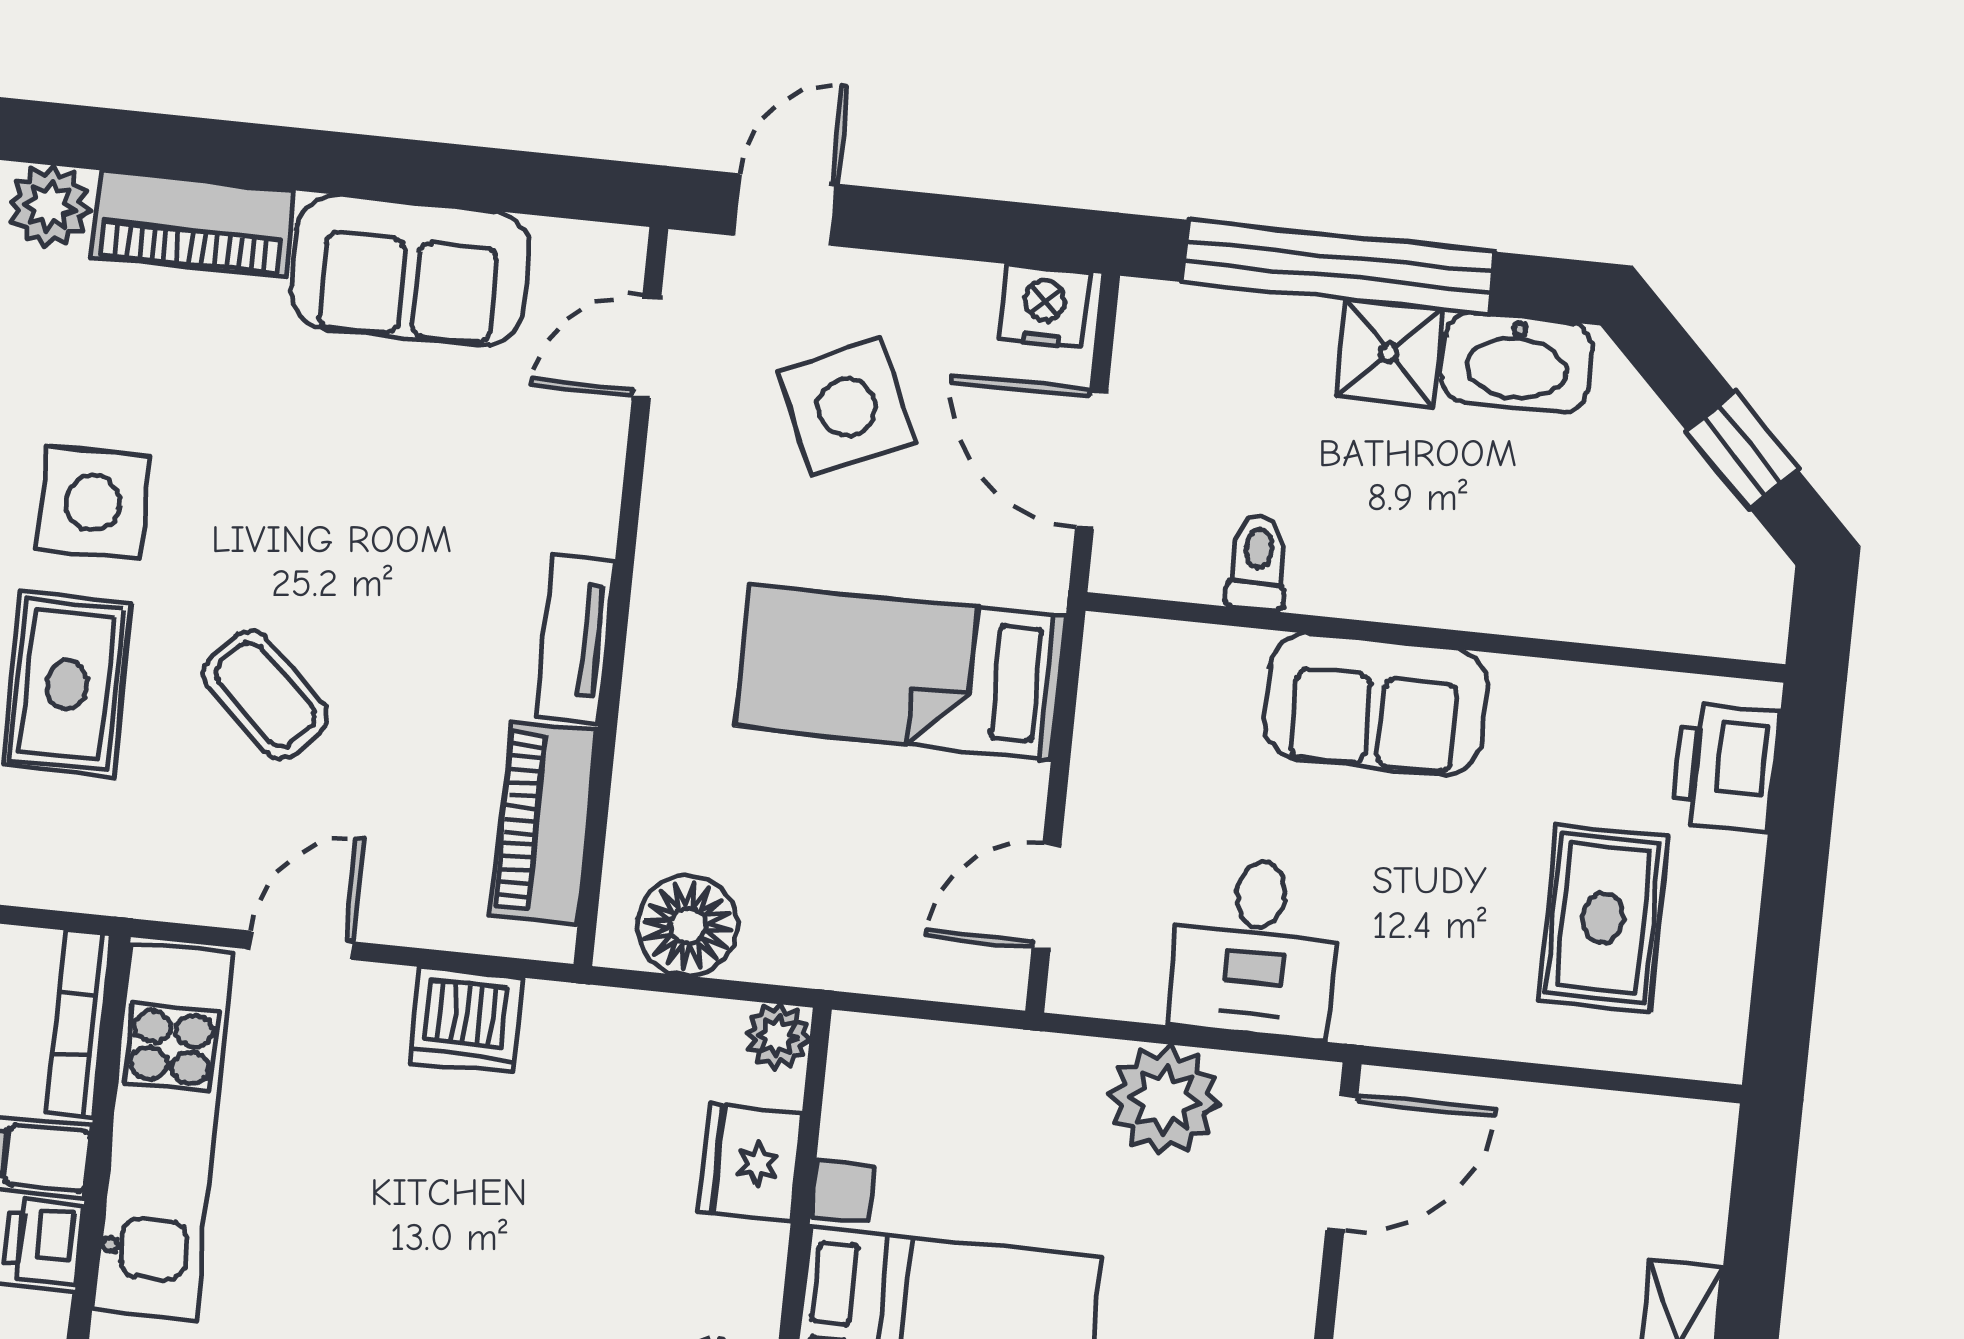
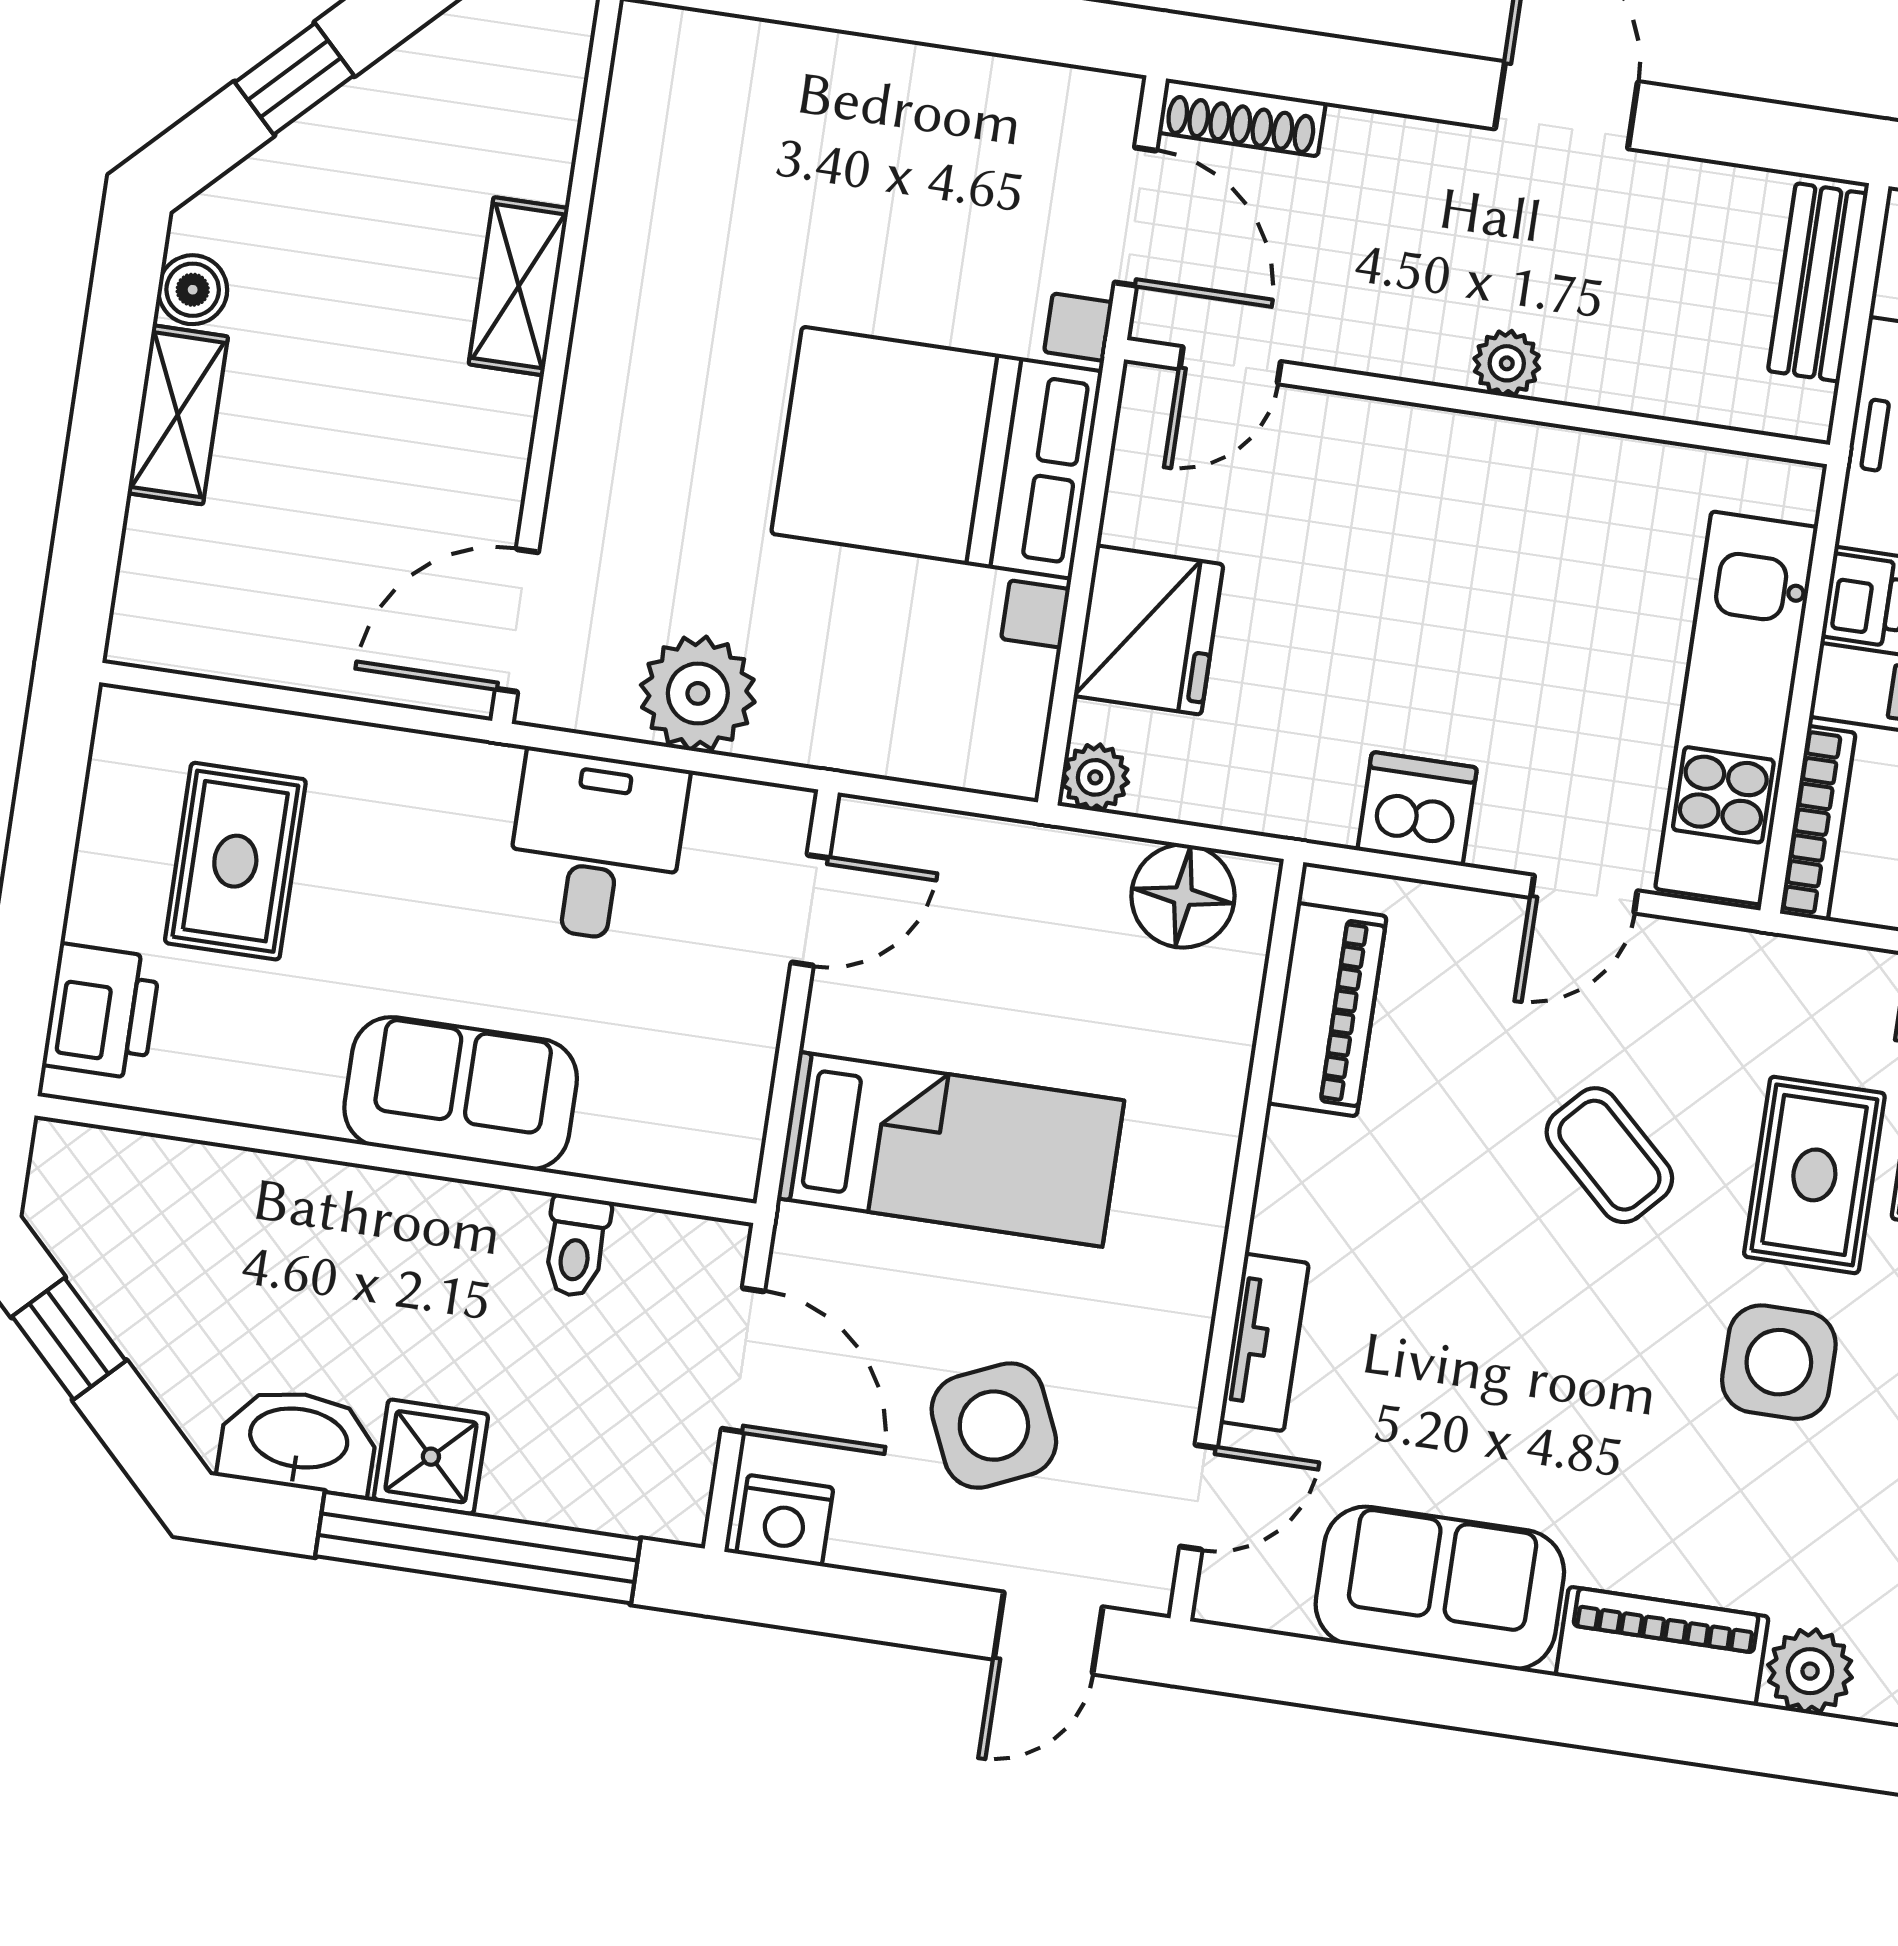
tv unit: (576, 639) -> (1264, 1342), moved
fridge: (750, 1163) -> (1149, 630), width x1.36, depth x1.34

